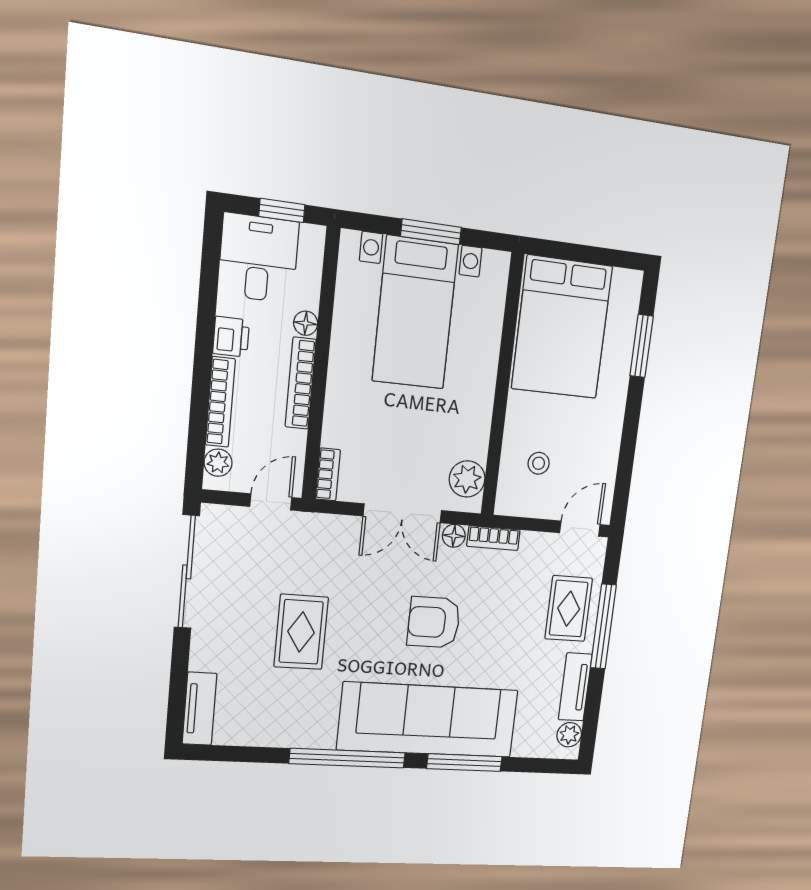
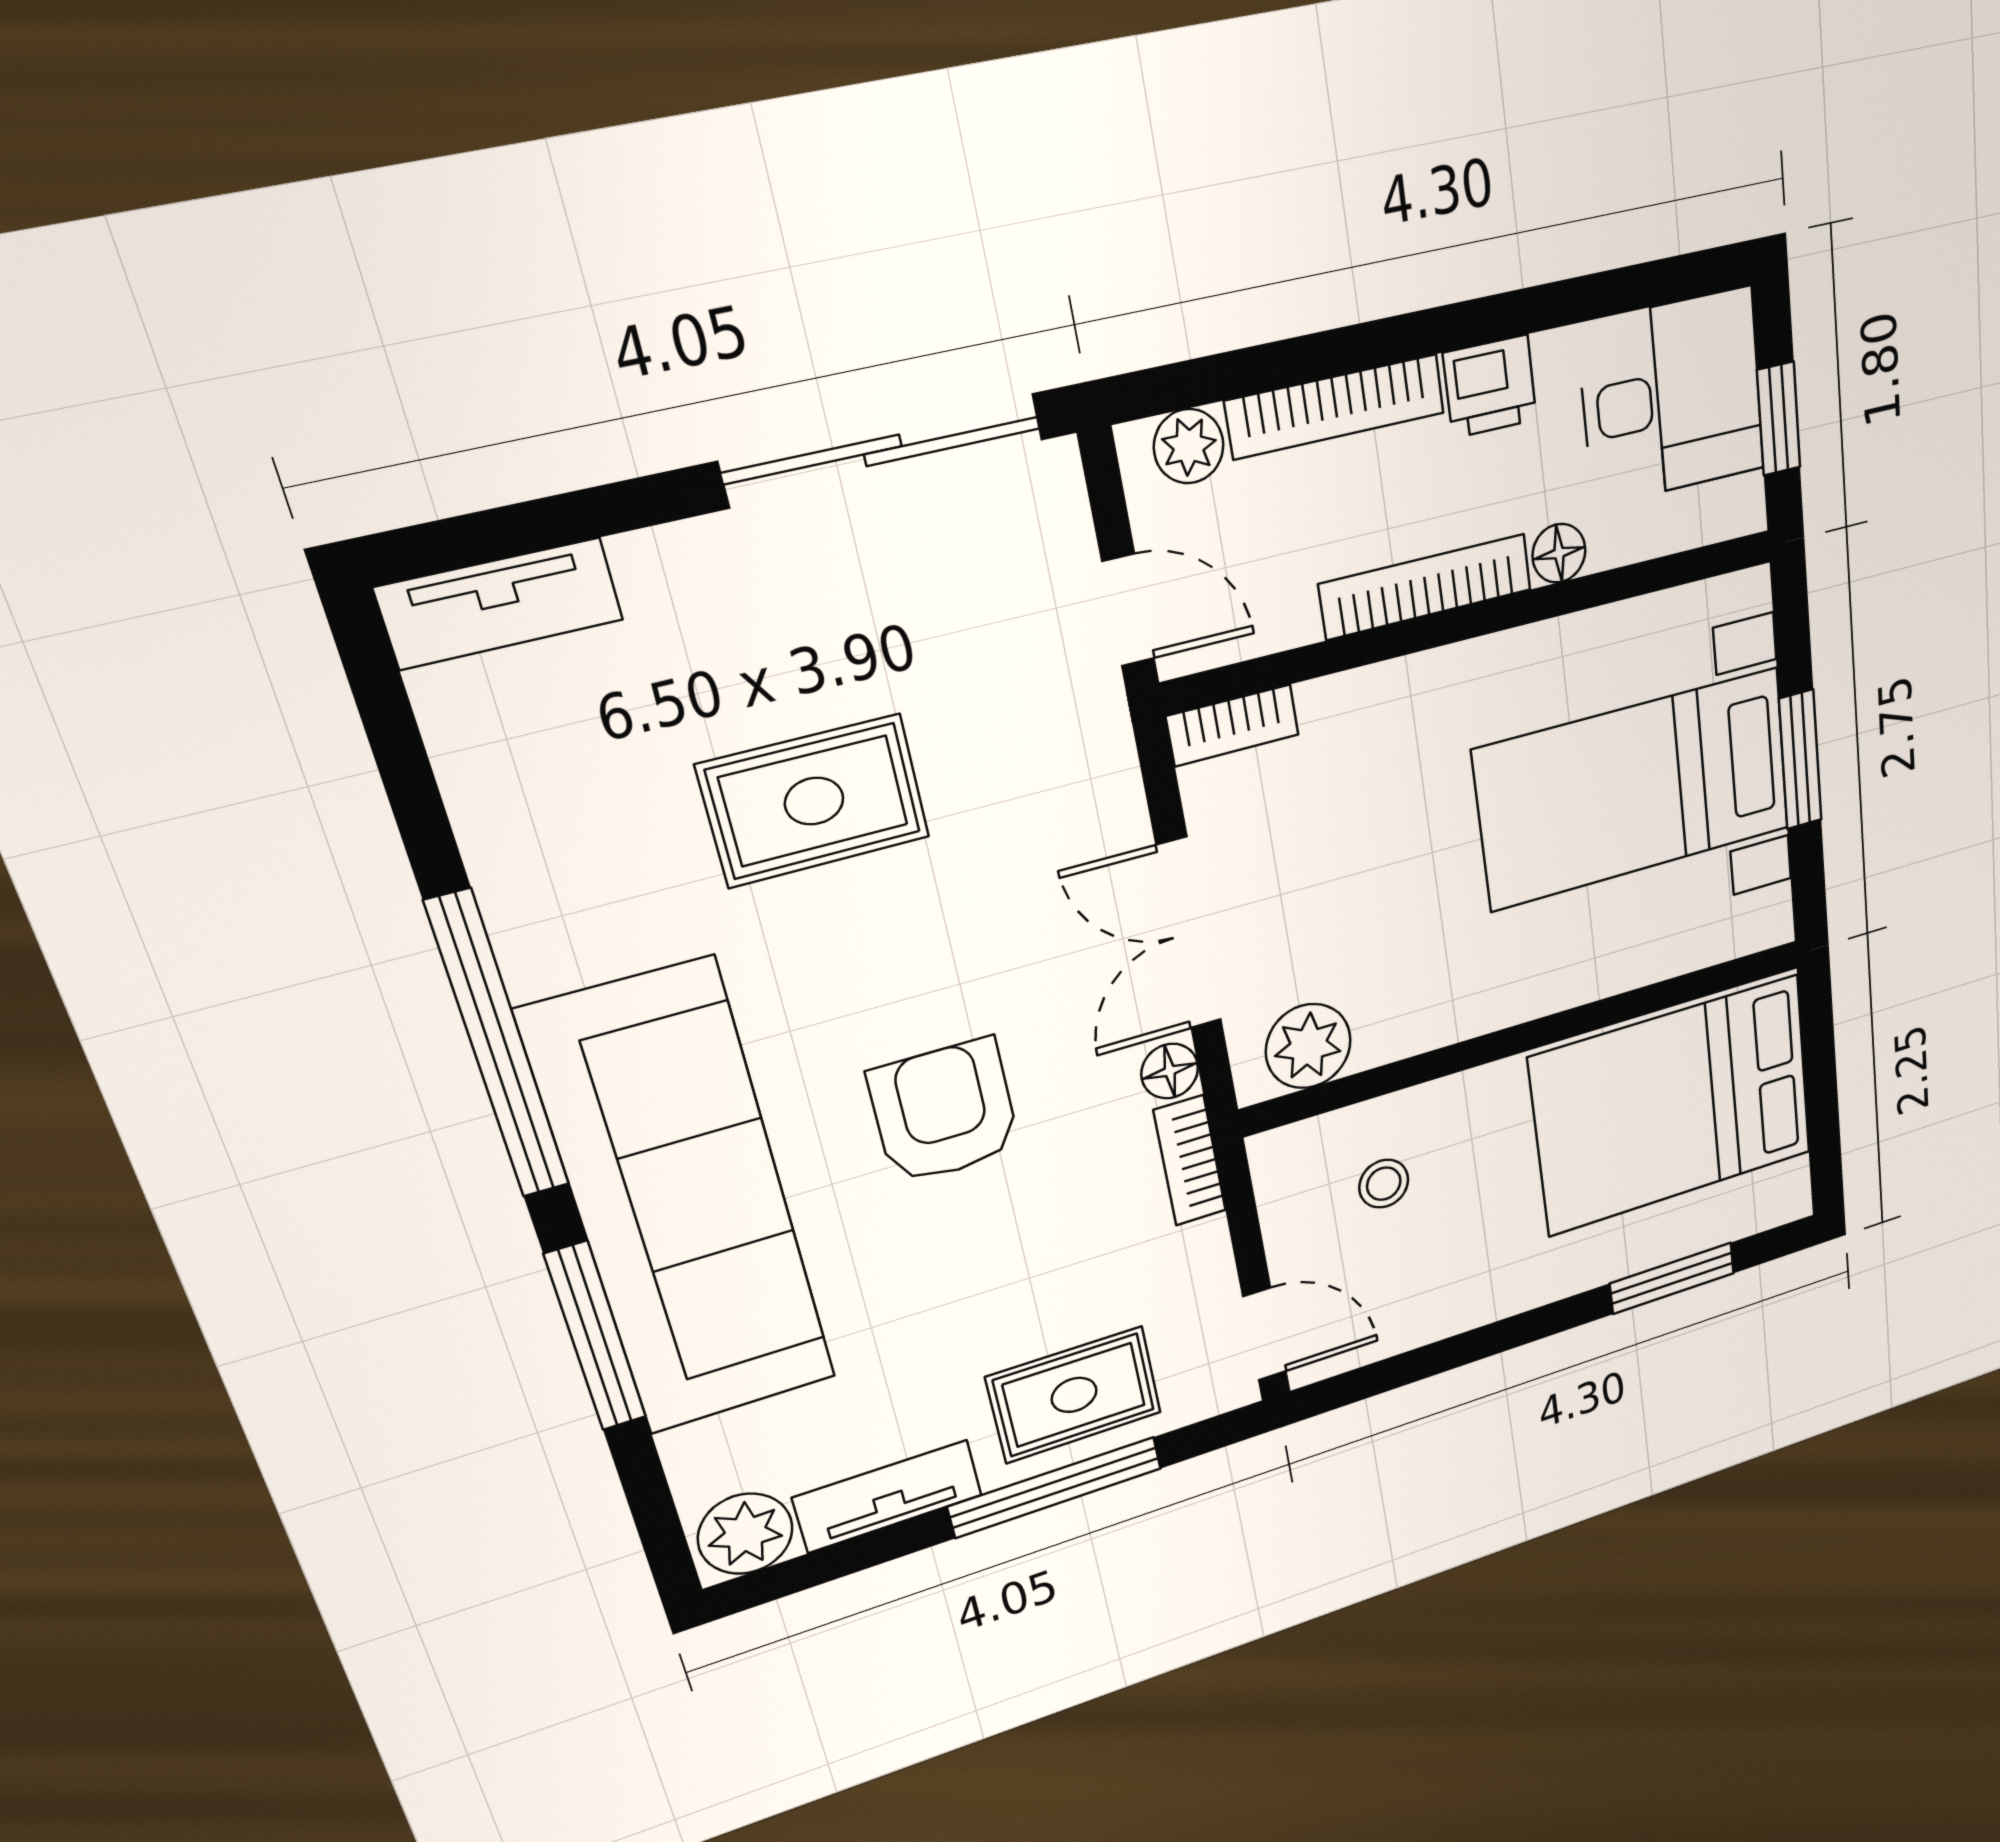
plant: (569, 735) -> (745, 1534), width x1.38, depth x1.38

